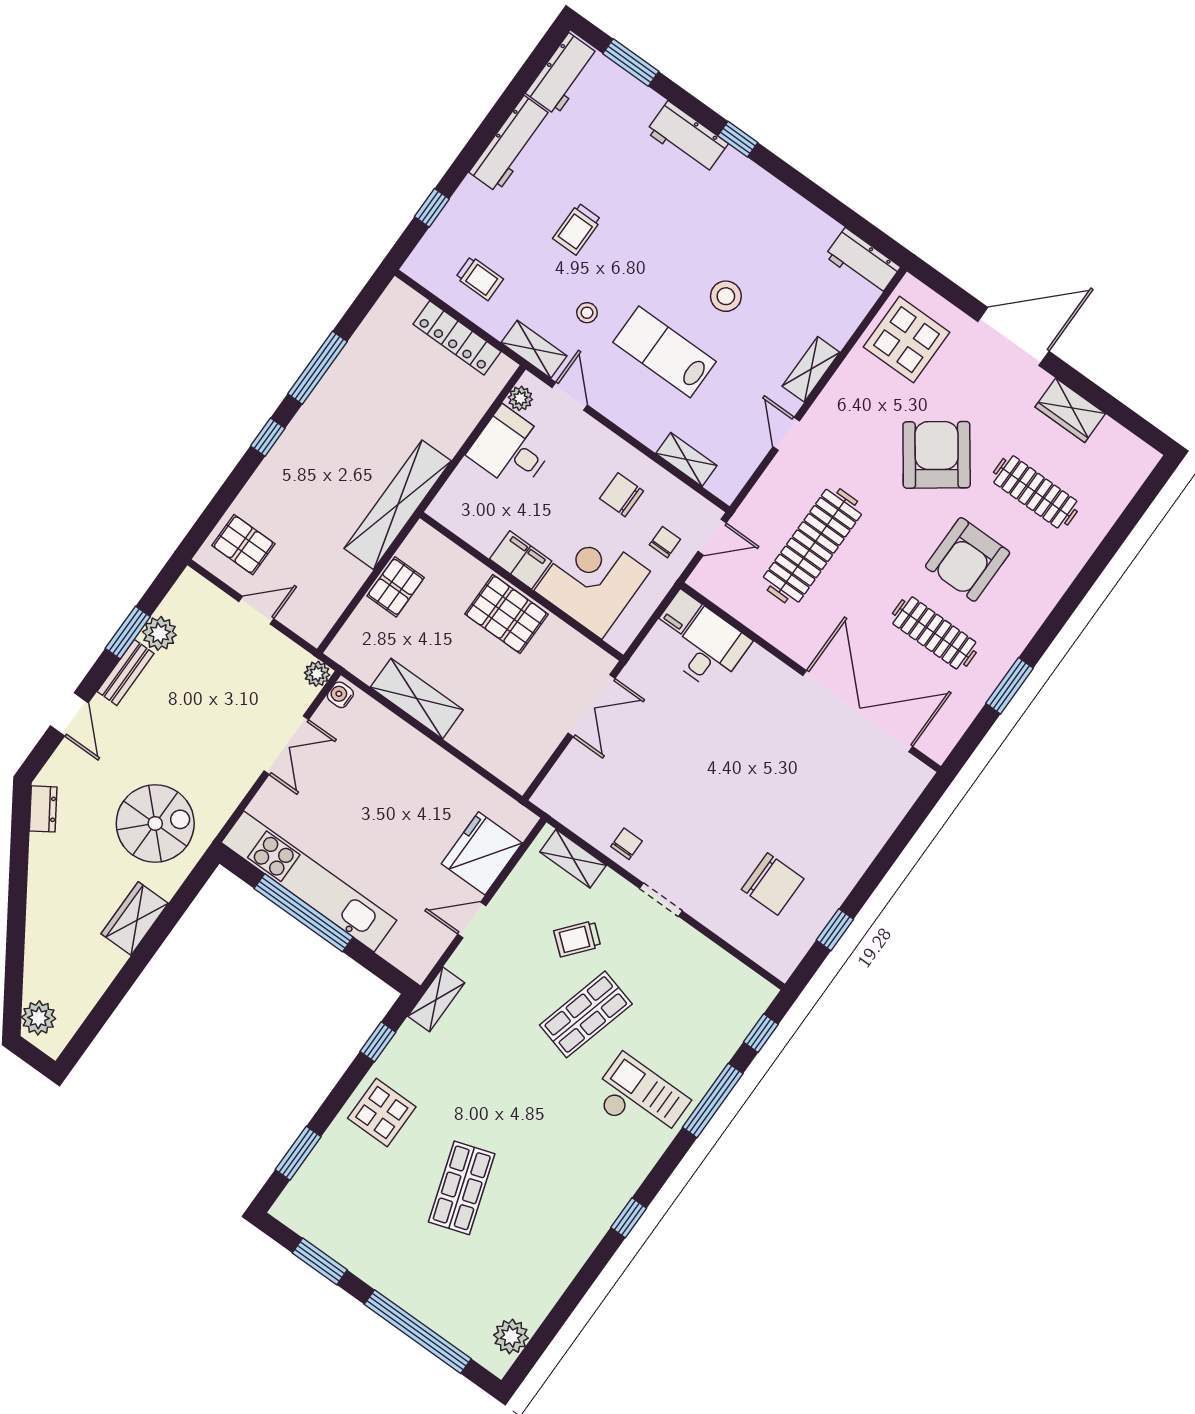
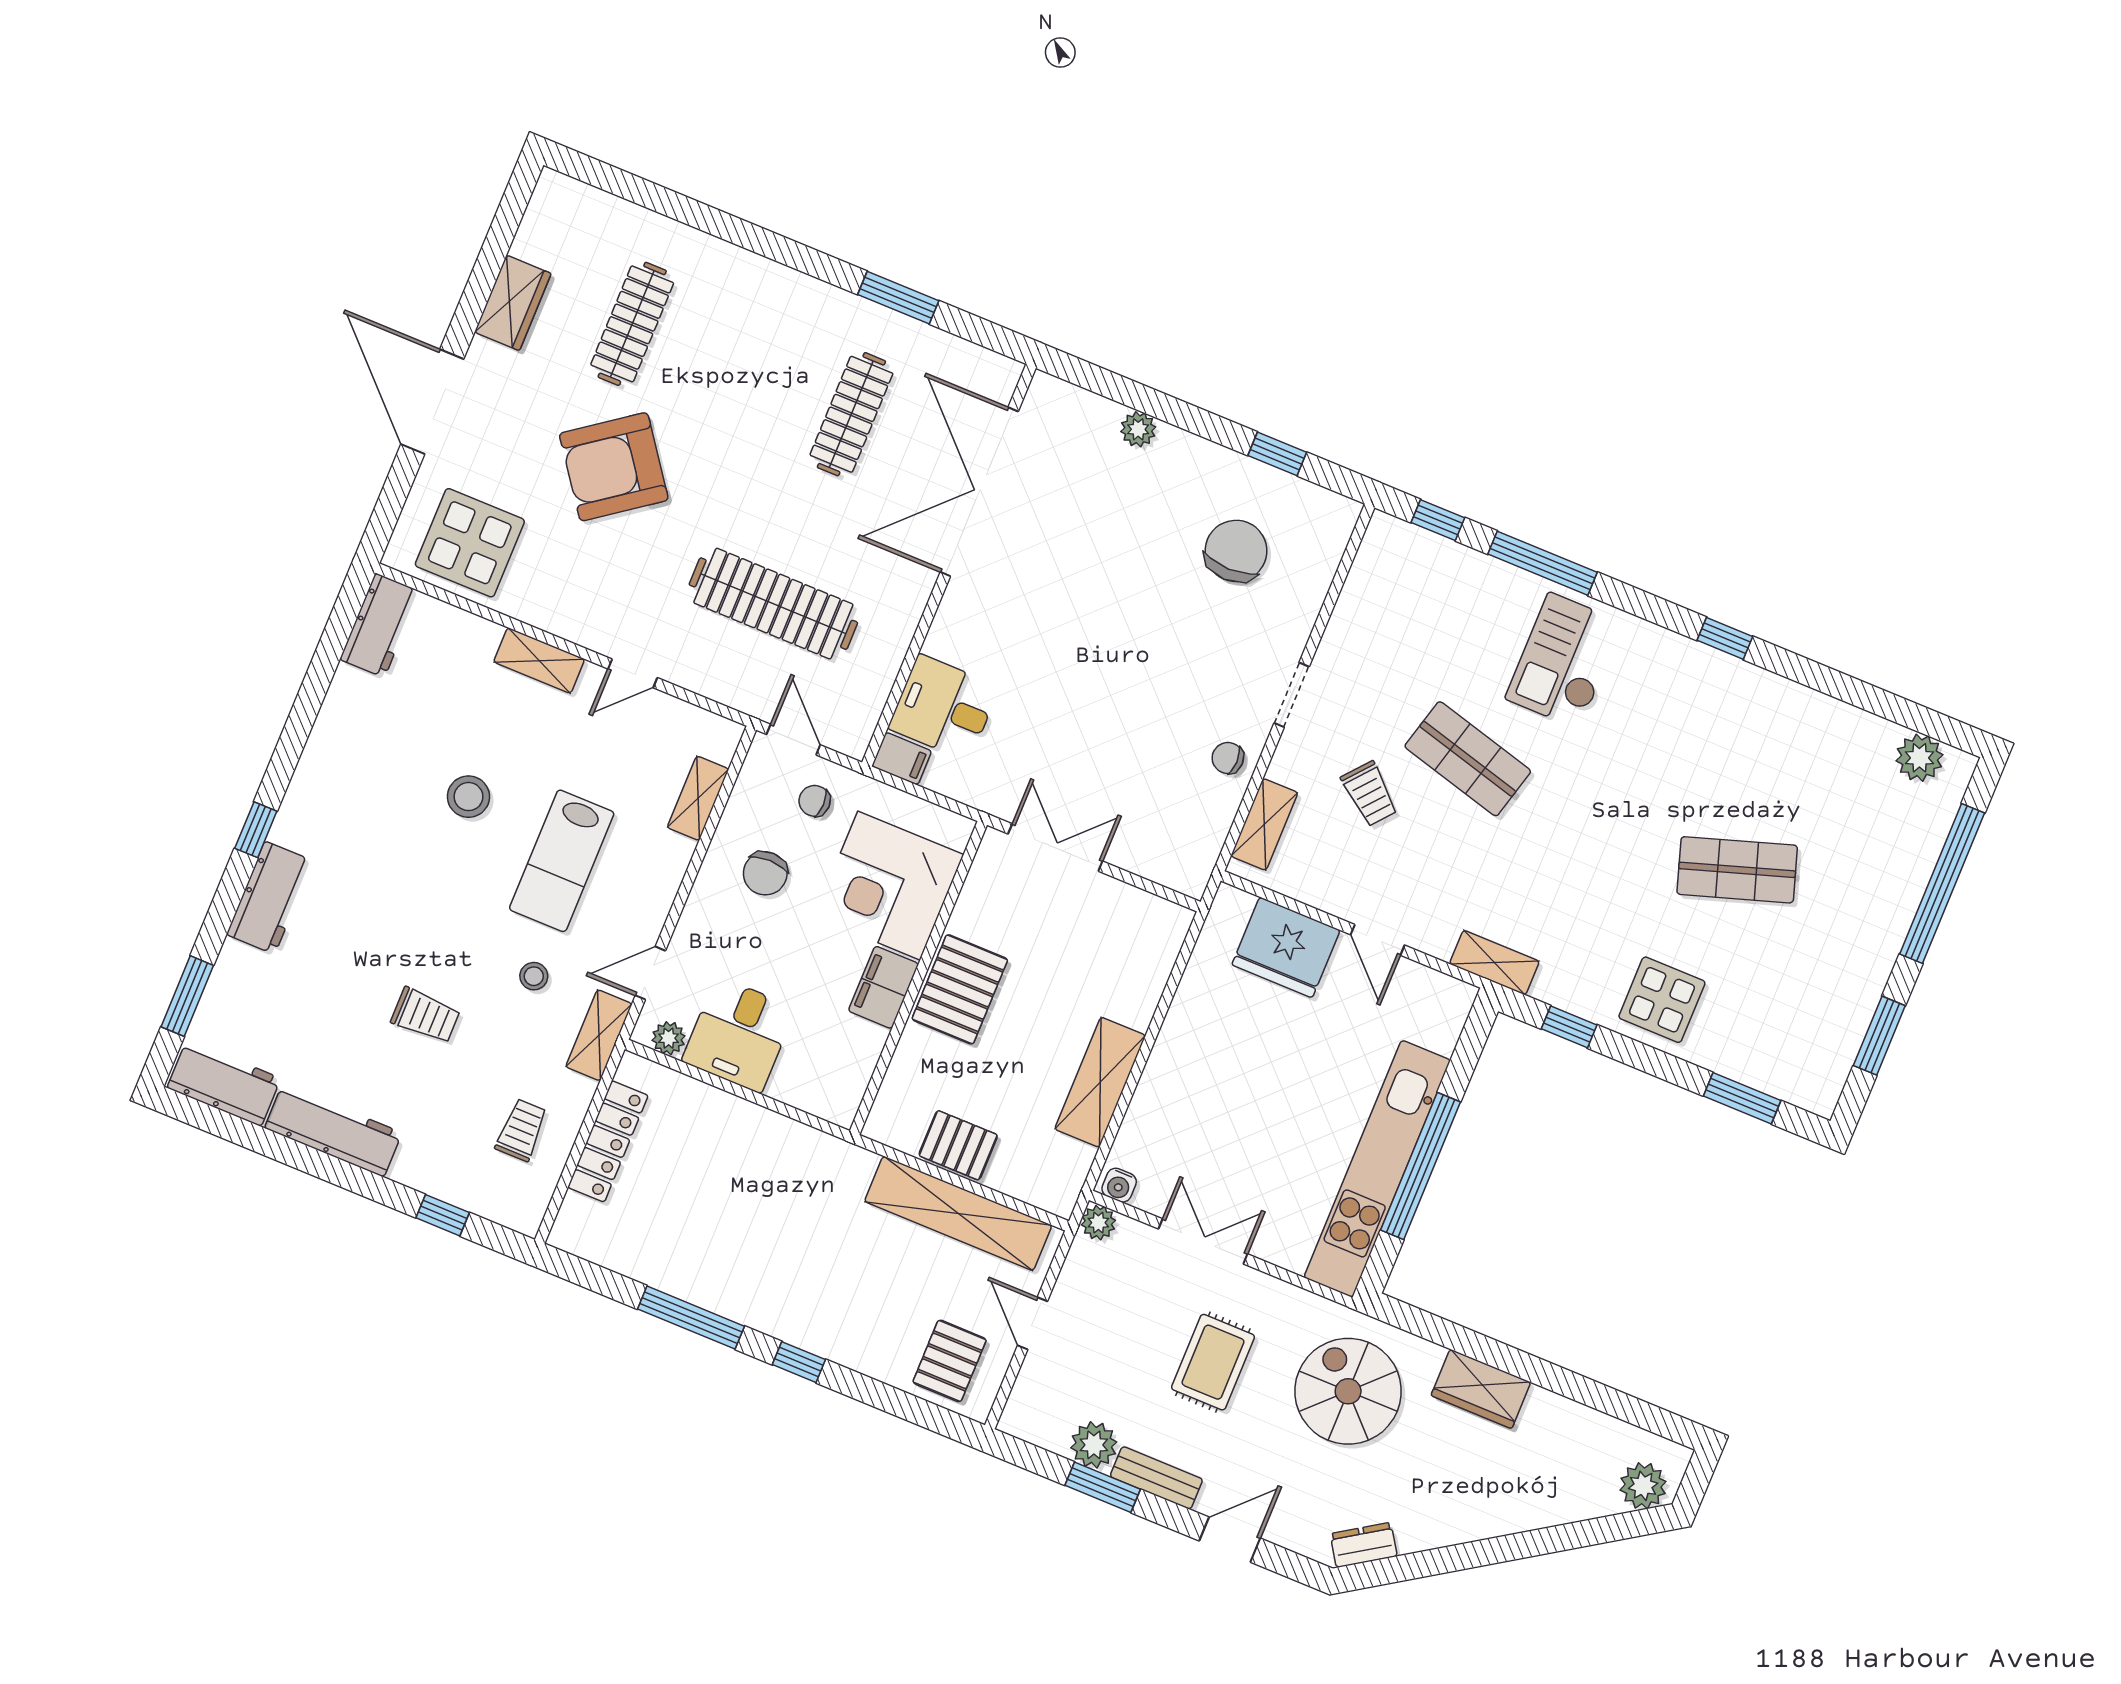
shelving: (398, 505) -> (958, 1213), moved
armchair: (968, 559) -> (743, 393), removed
rug: (199, 732) -> (1213, 1362), added
plant: (876, 835) -> (1138, 429), added

